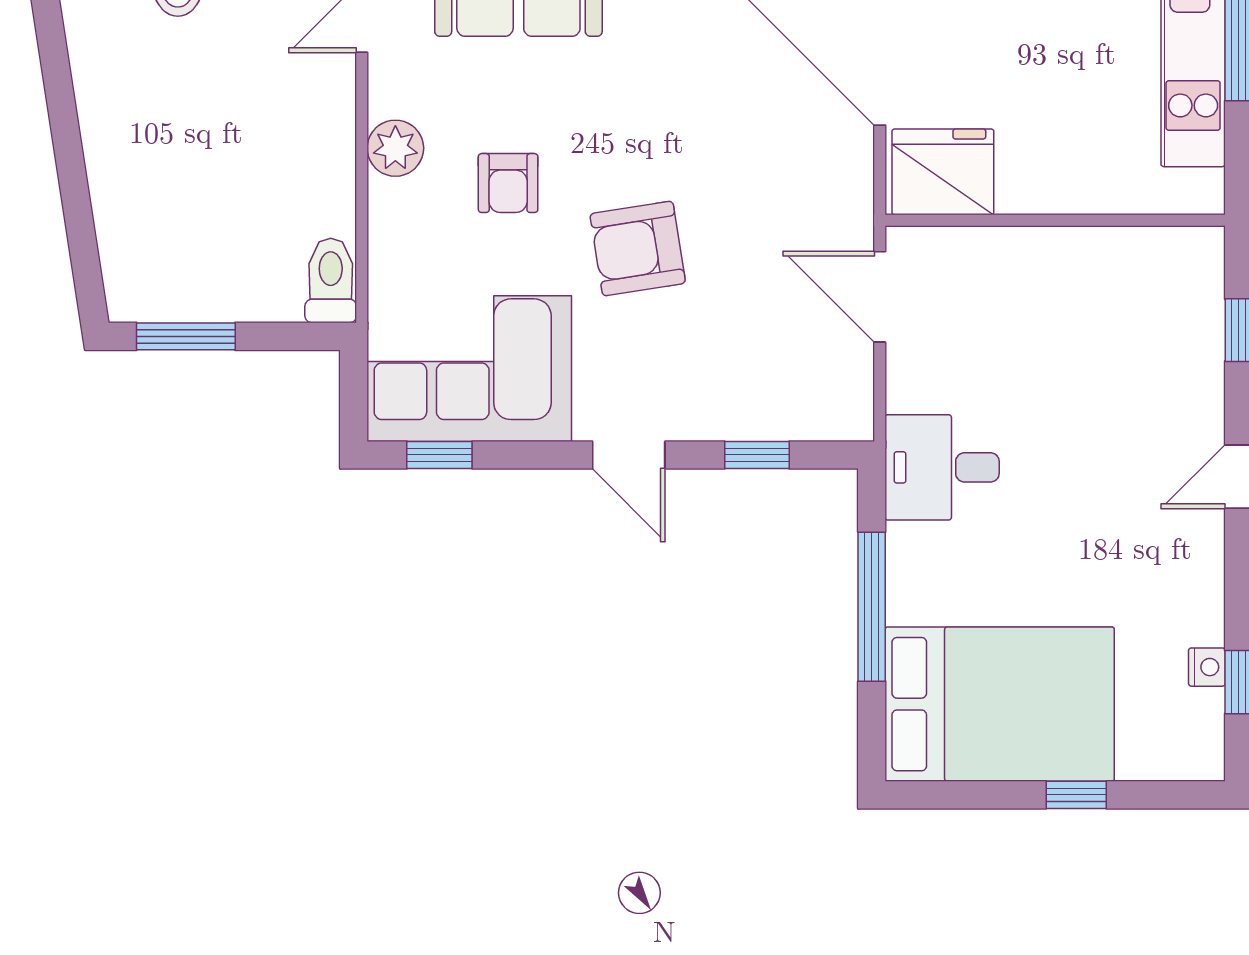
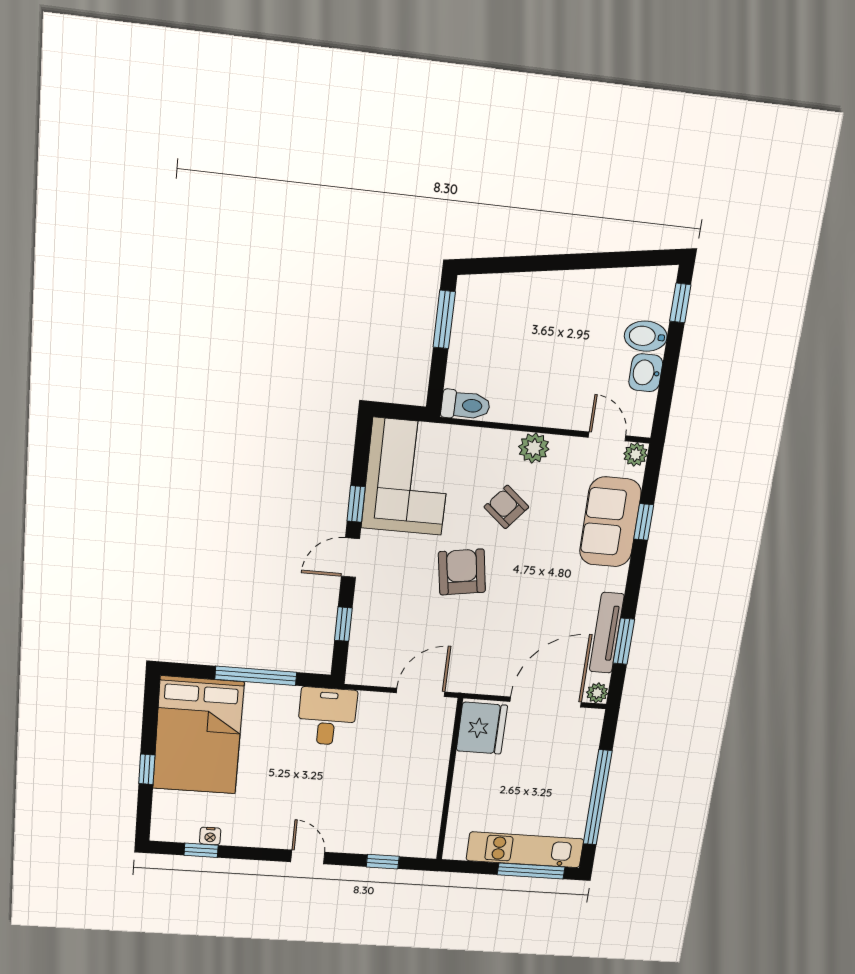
armchair: (508, 183) -> (506, 507), turned 40
window: (439, 455) -> (356, 504), moved

